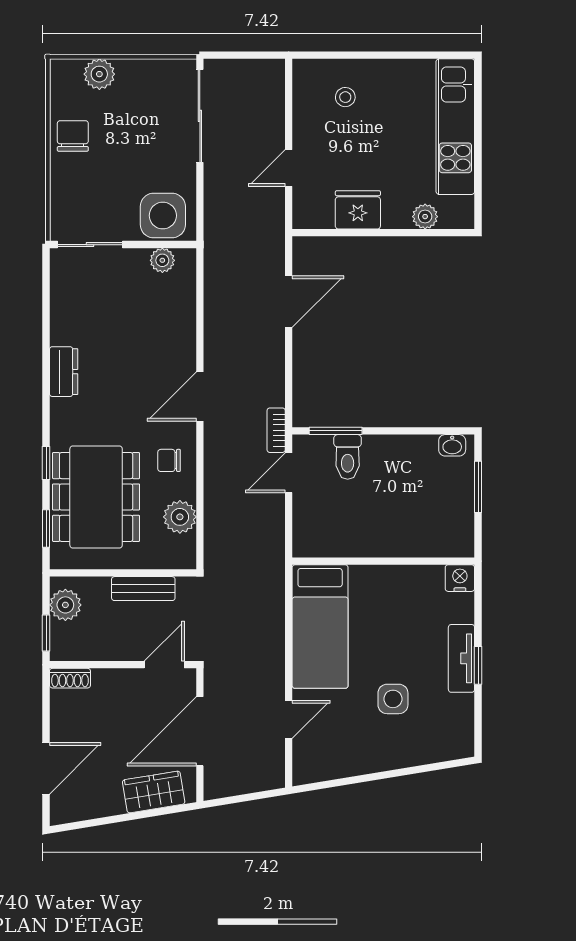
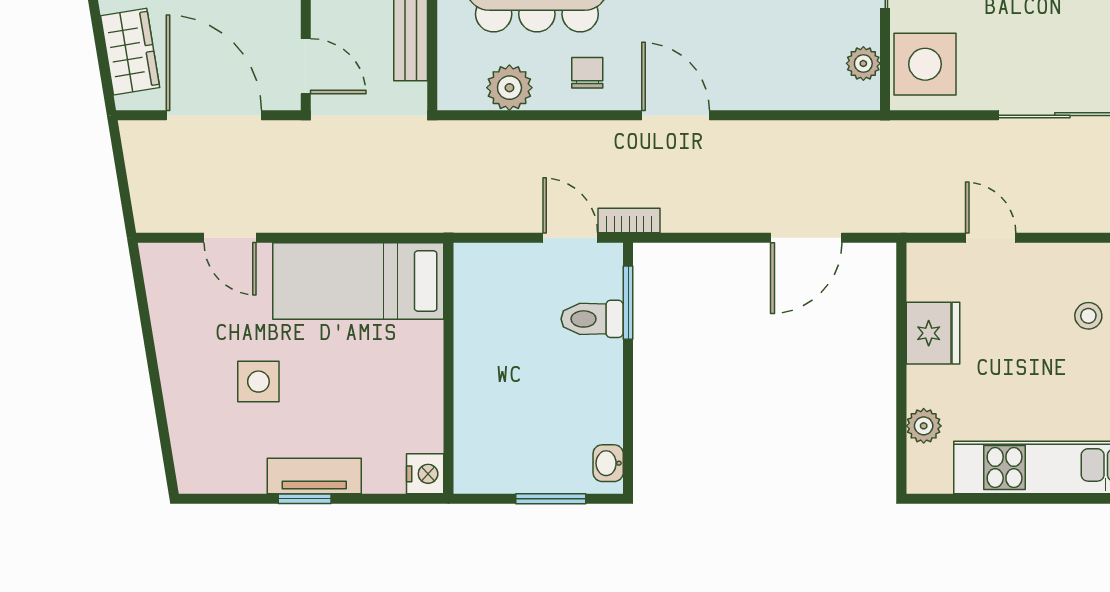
door: (289, 302) -> (806, 238), hinge flipped

